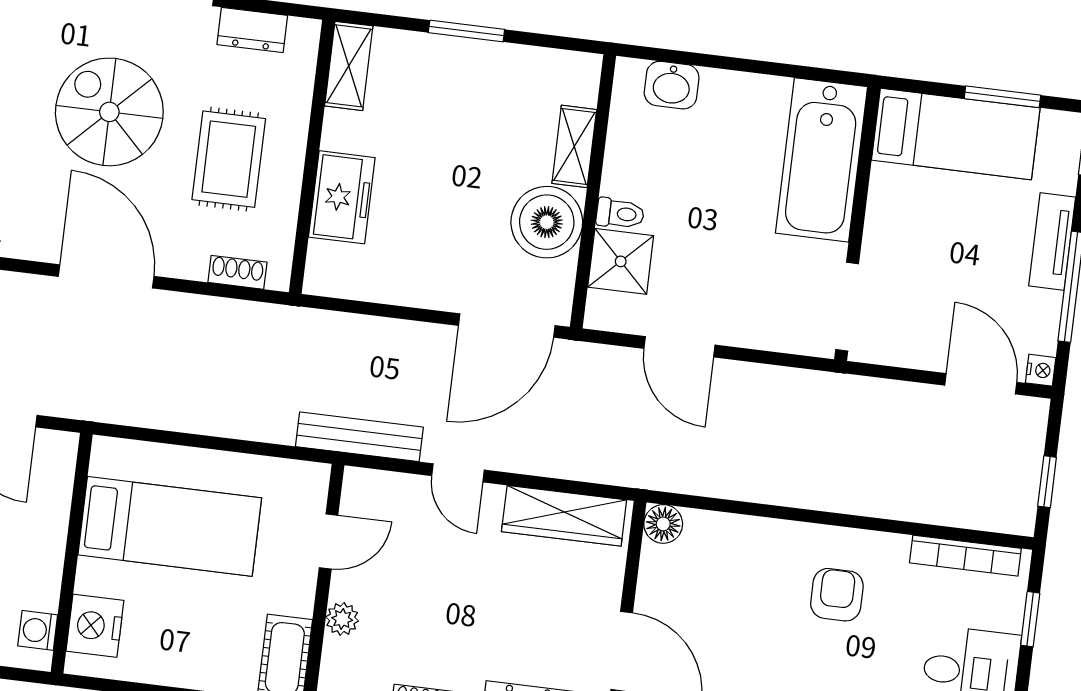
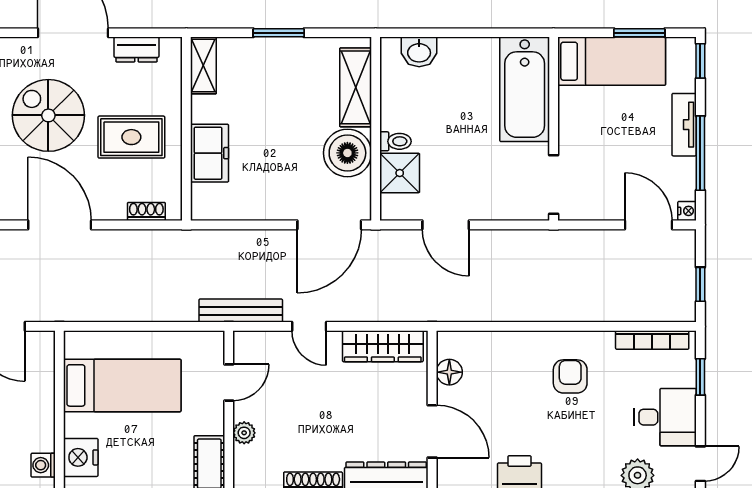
shelving: (574, 146) -> (356, 87), width x1.50, depth x1.33
rug: (229, 159) -> (131, 137), turned 90
floor lamp: (663, 524) -> (449, 372), moved

